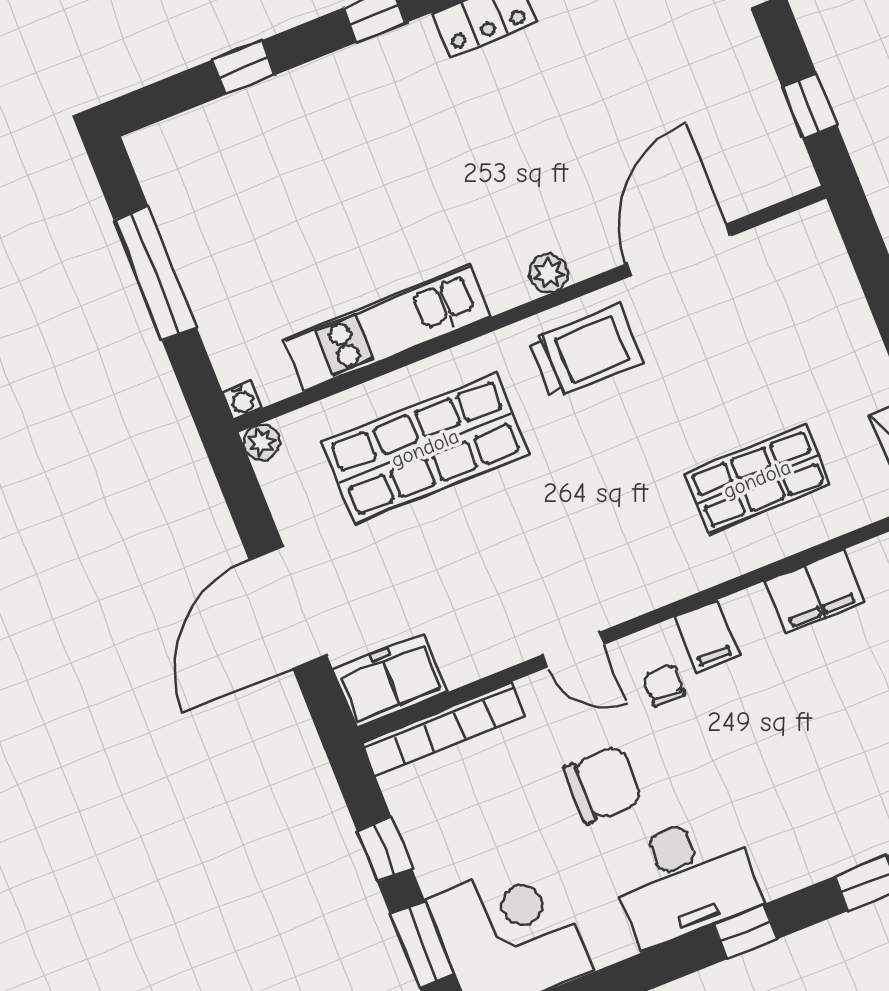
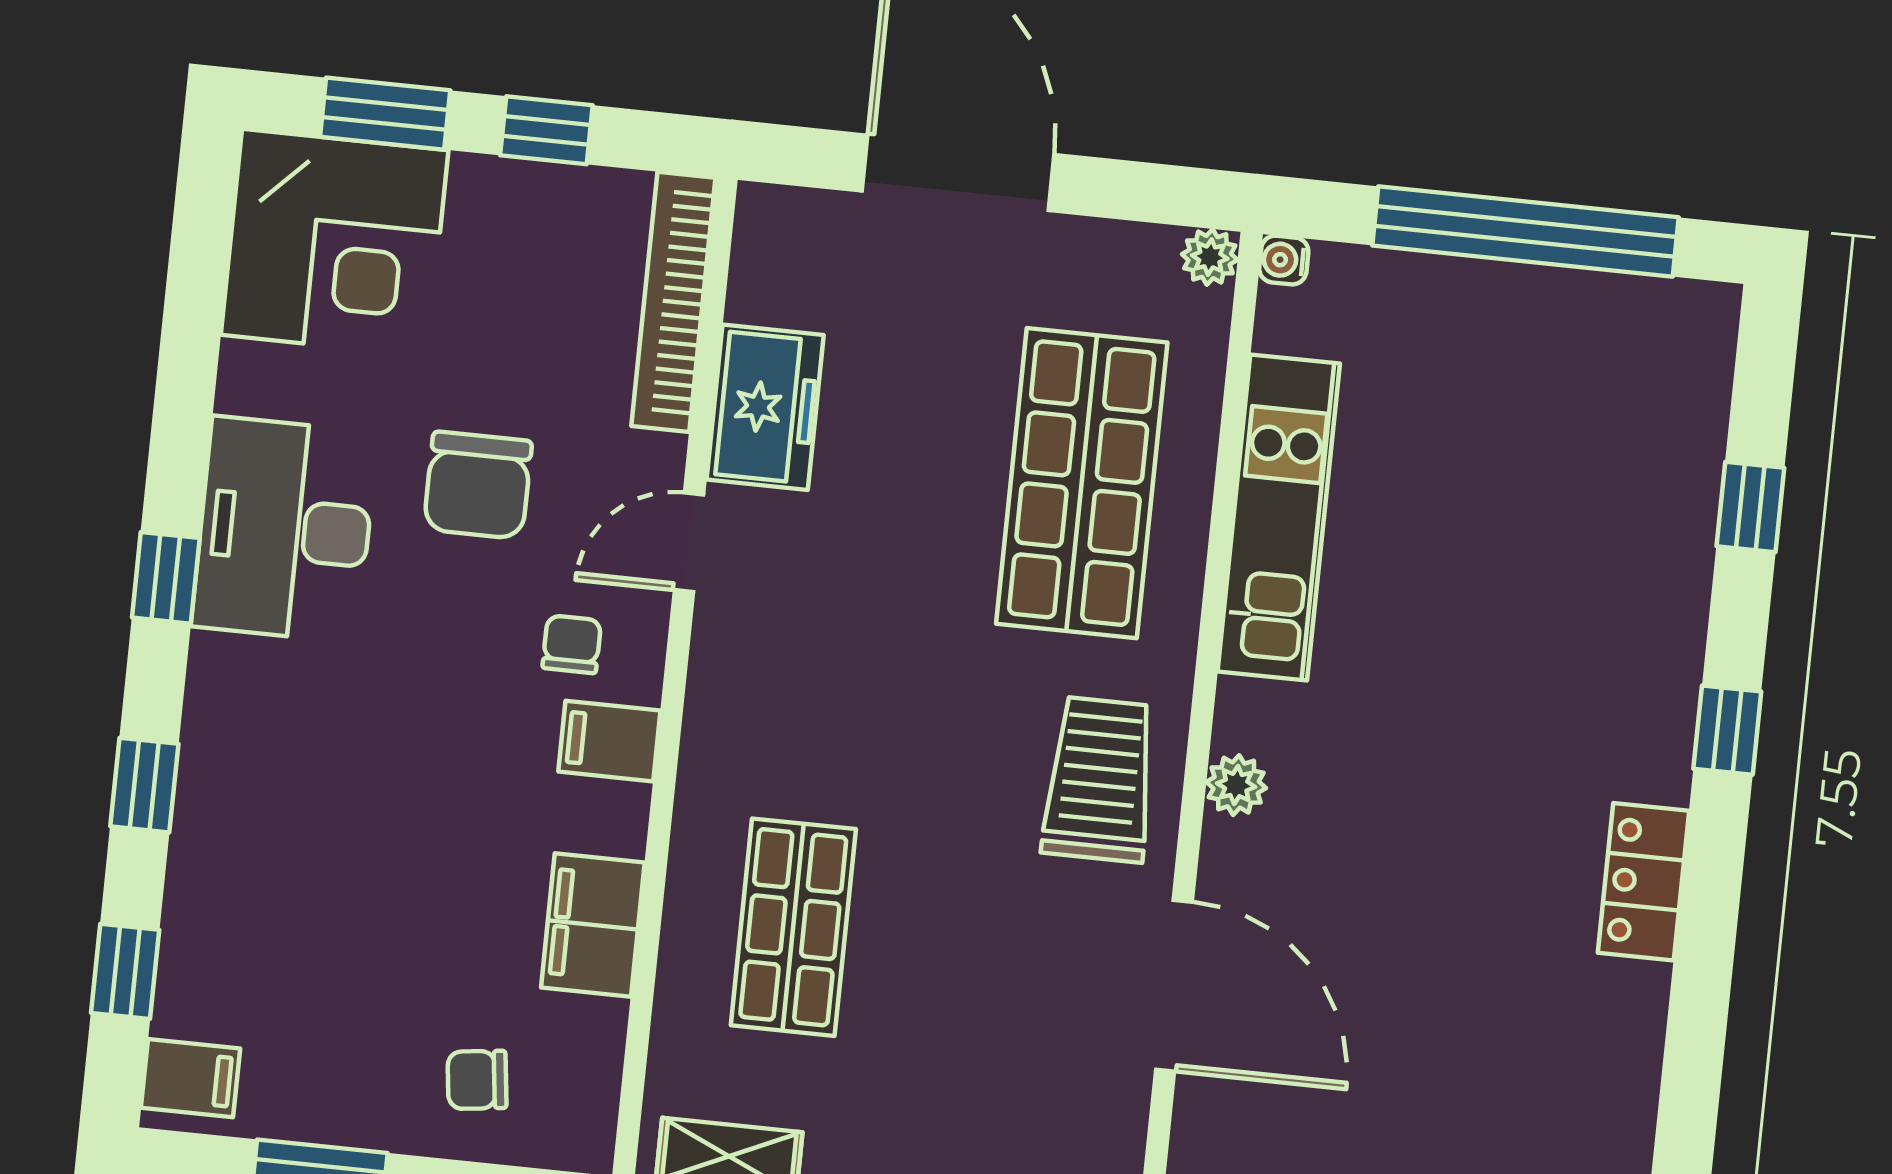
window: (155, 274) -> (1526, 231), width x1.46
trolley: (586, 351) -> (1099, 780), turned 180
freezer: (390, 681) -> (765, 407), moved
chair: (664, 686) -> (572, 644), turned -90

